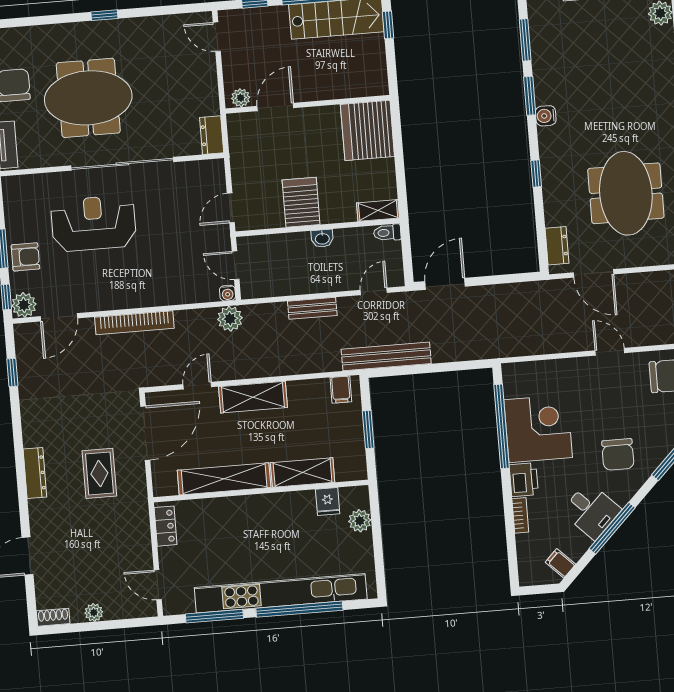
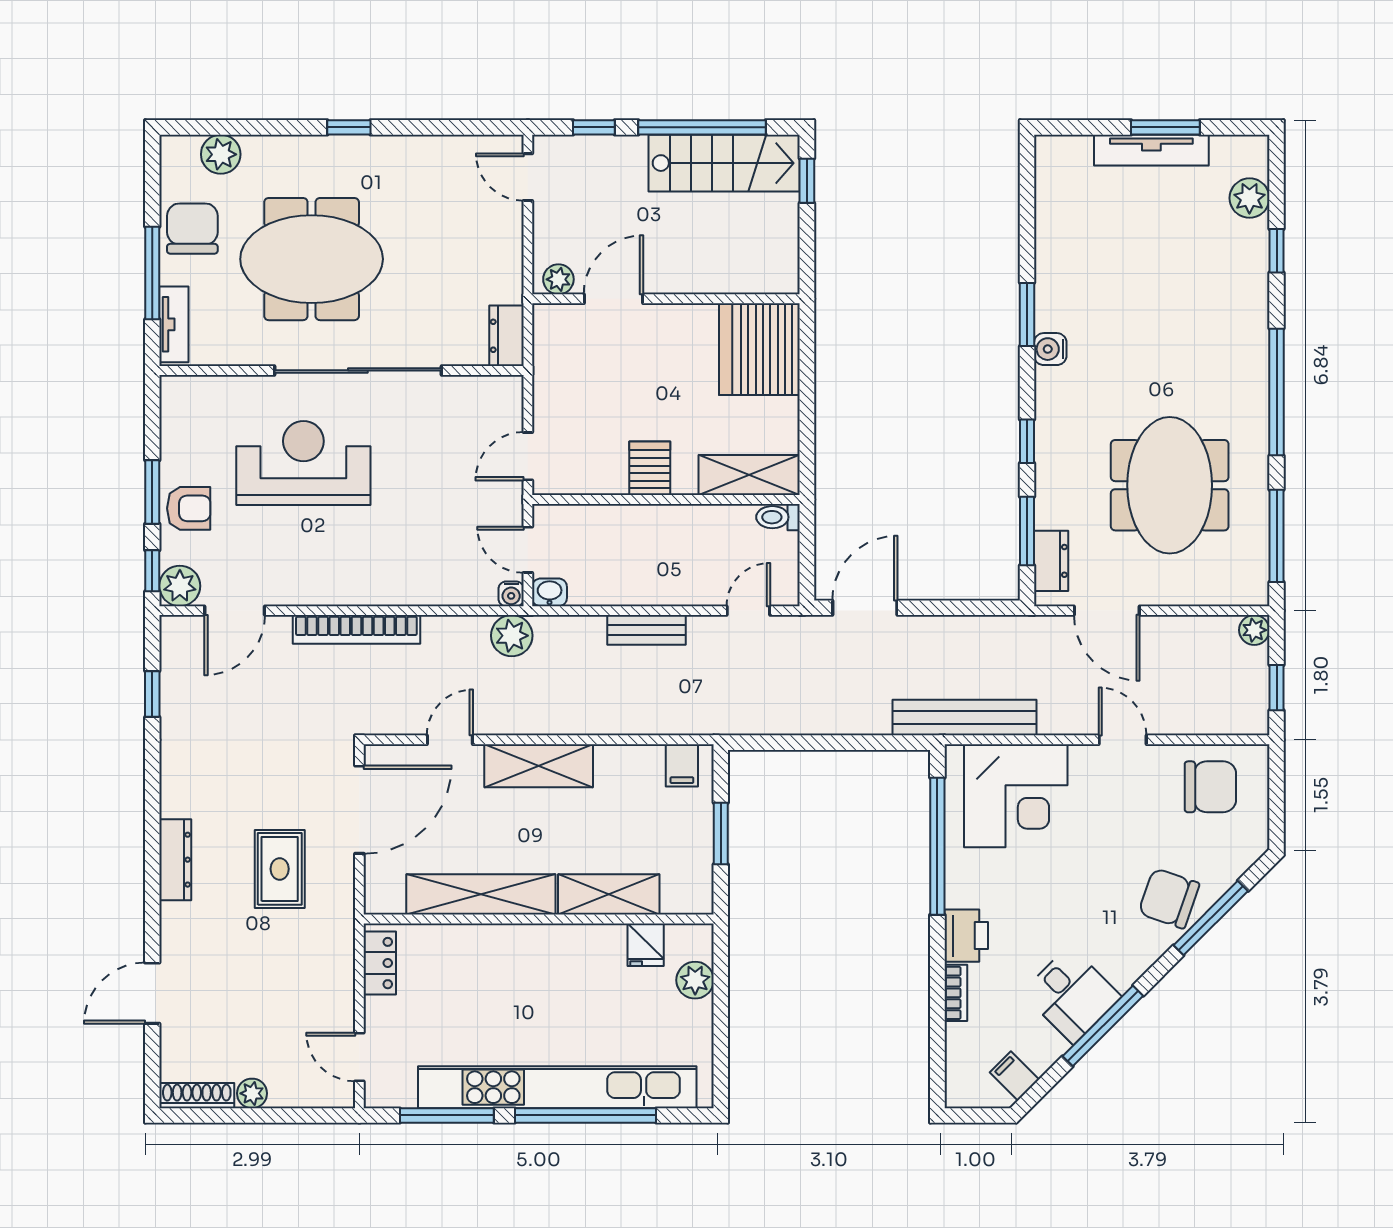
plant: (27, 38) -> (221, 154), added
window: (525, 40) -> (1027, 531), moved
server rack: (301, 202) -> (650, 468), width x0.73, depth x0.70
shelving: (378, 210) -> (749, 475), width x1.50, depth x1.33
washbasin: (322, 238) -> (550, 592), moved, turned 180
bench: (386, 356) -> (964, 718), moved
corner desk: (538, 429) -> (1016, 796), moved, turned 90
chair: (618, 454) -> (1169, 898), moved, turned 109
shoe rack: (53, 617) -> (197, 1096), width x1.43

